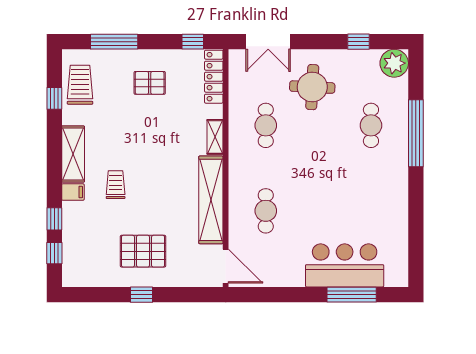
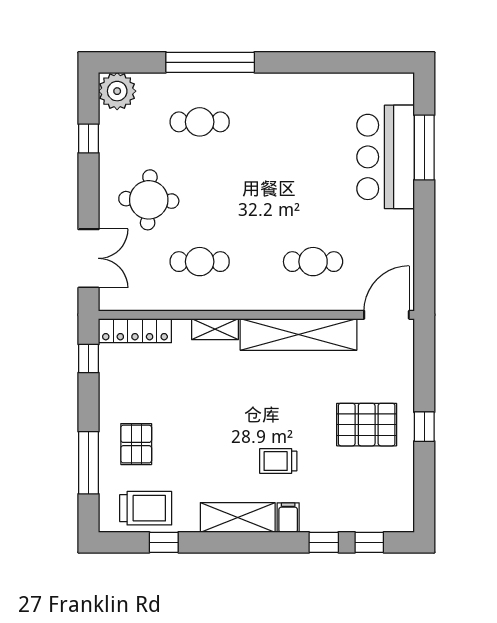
pallet: (150, 83) -> (136, 444), moved
trolley: (80, 85) -> (146, 508), turned 180
pallet: (143, 251) -> (367, 425), turned 90

